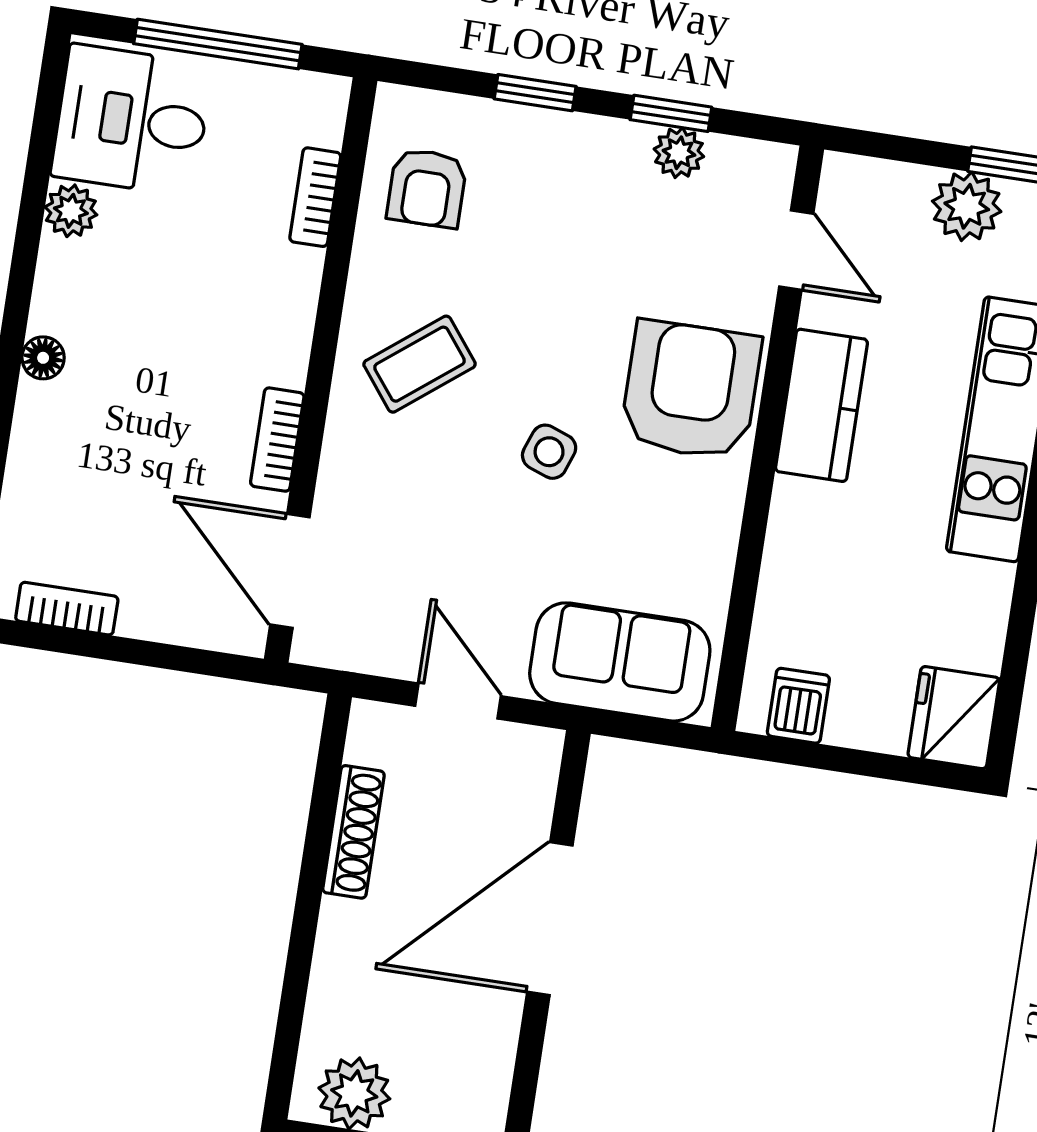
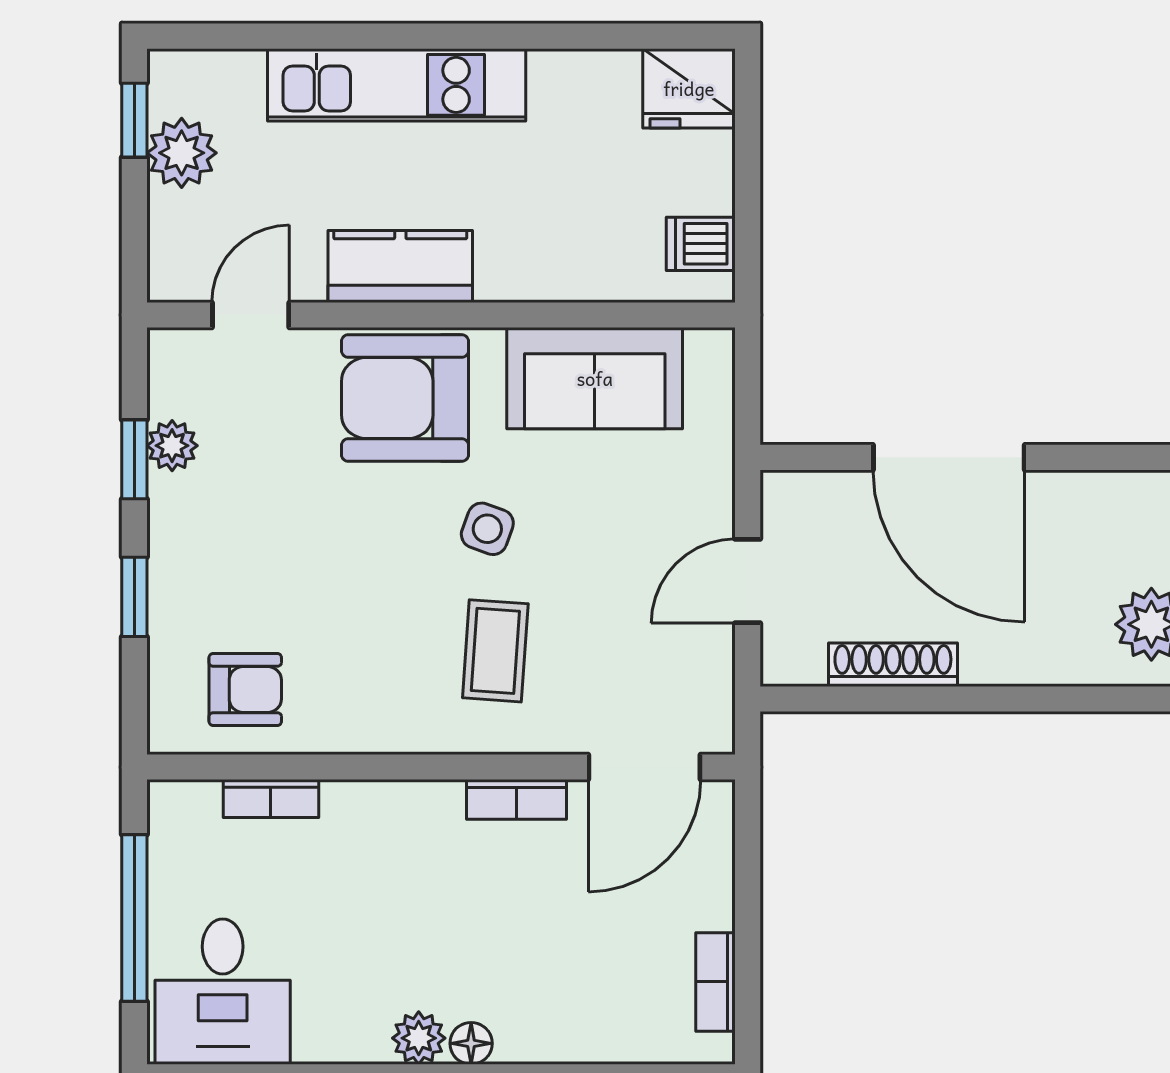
plant: (71, 211) -> (419, 1038), moved
coffee table: (420, 364) -> (495, 651), moved, turned 42
sofa: (620, 662) -> (595, 378), moved, turned -90

